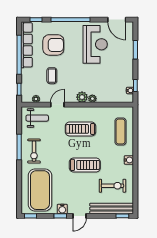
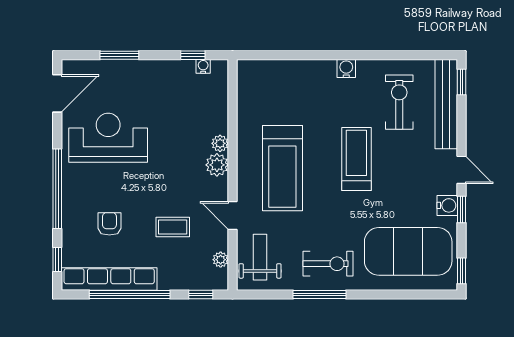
armchair: (53, 45) -> (109, 224), width x0.53, depth x0.53
treadmill: (80, 129) -> (282, 168), width x1.37, depth x1.38
exercise mat: (120, 132) -> (288, 86), removed

